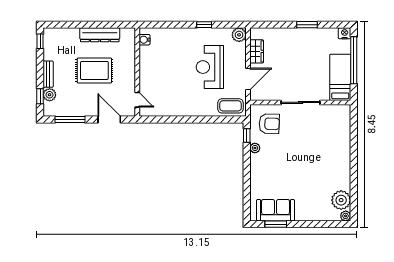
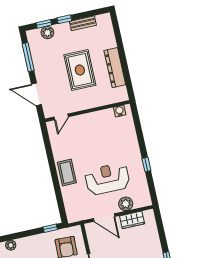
plant: (239, 35) -> (126, 204), moved
window: (40, 41) -> (64, 19), moved
bench: (48, 74) -> (83, 23), moved
coffee table: (230, 106) -> (67, 173), moved
door: (109, 120) -> (36, 94), swing flipped
plant: (255, 148) -> (11, 245), moved

